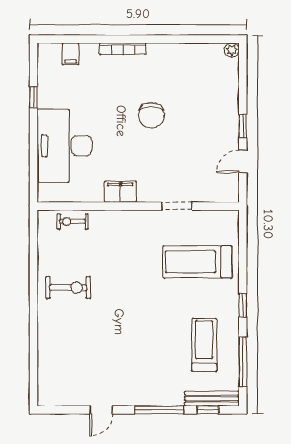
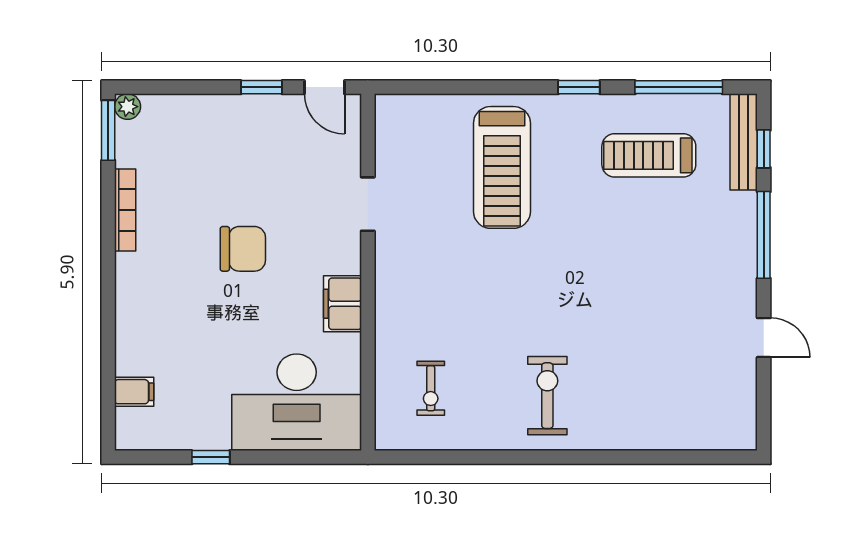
window: (218, 39) -> (108, 130), added
bookcase: (123, 49) -> (125, 210), moved
filing cabinet: (120, 192) -> (342, 304), moved
wall: (138, 206) -> (368, 272), moved
doorway: (177, 206) -> (368, 204), moved

